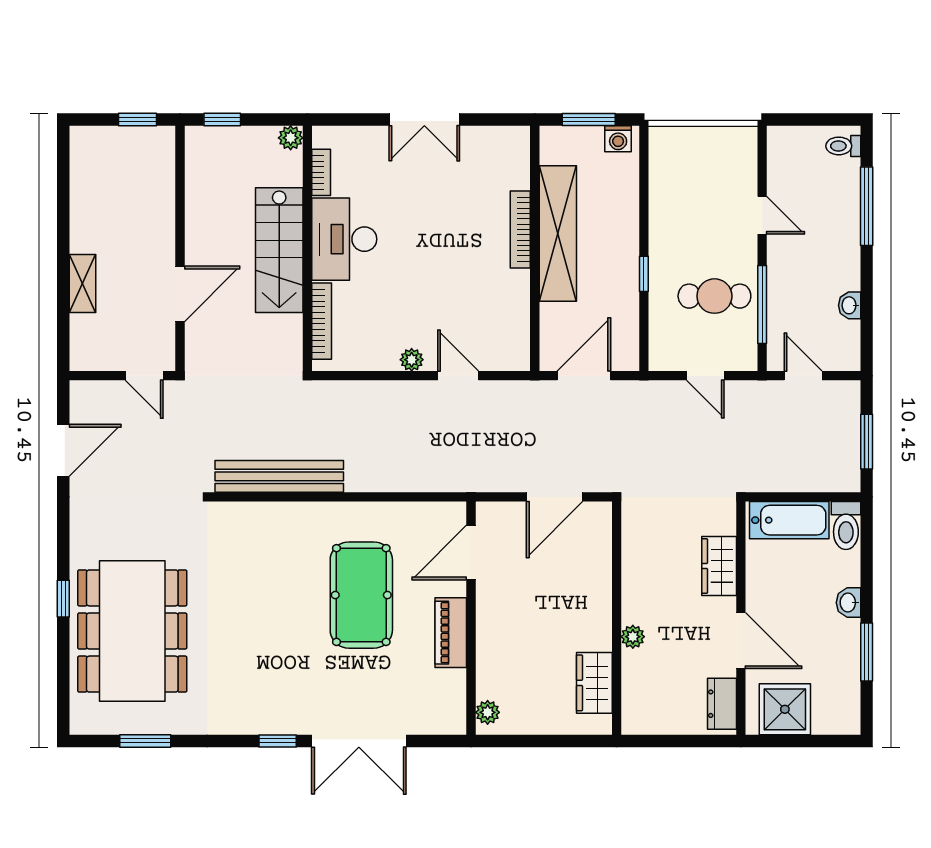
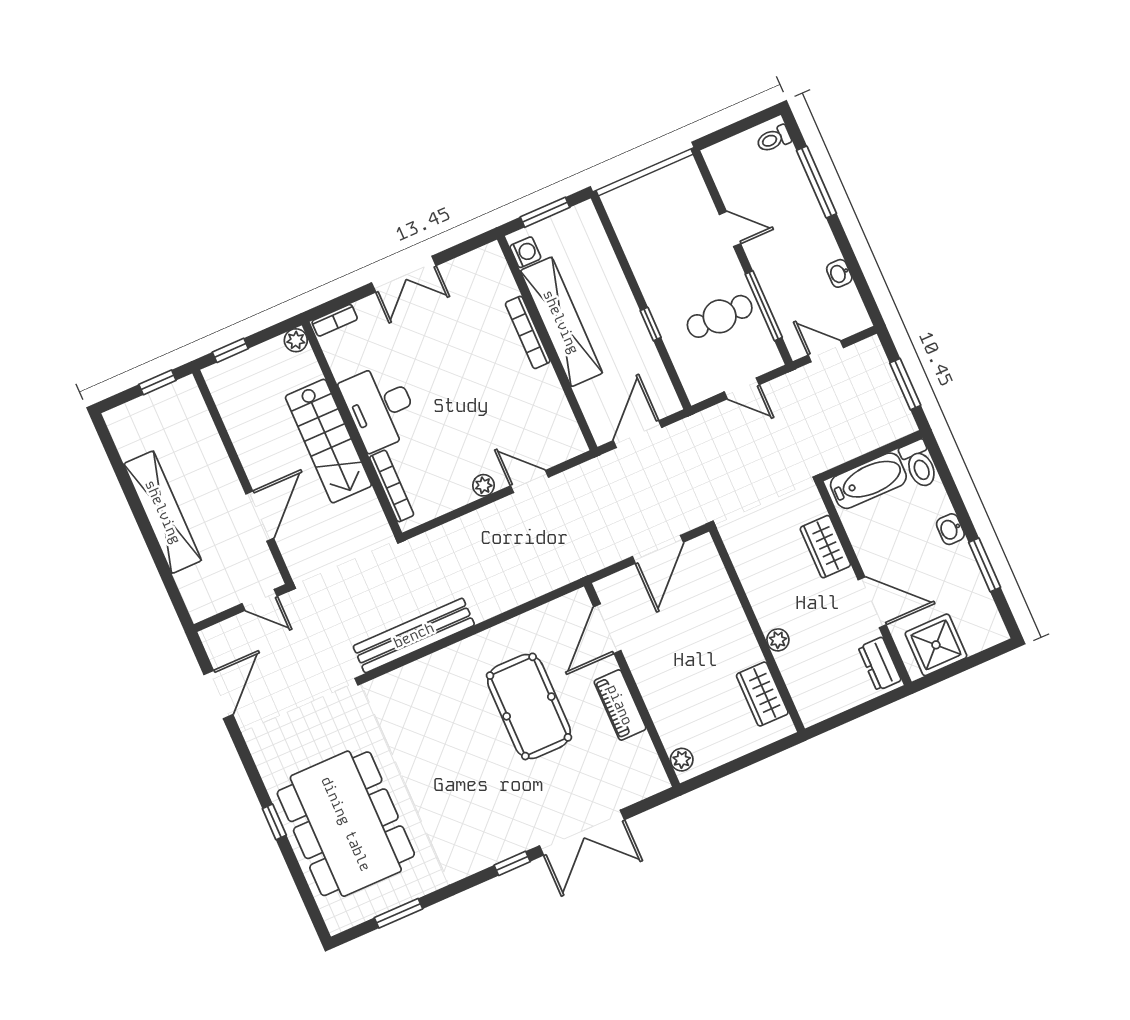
washing machine: (618, 139) -> (525, 252), moved, turned -90
bookcase: (321, 172) -> (335, 320), moved, turned 90
shelving: (82, 283) -> (163, 512), width x2.20, depth x1.33

